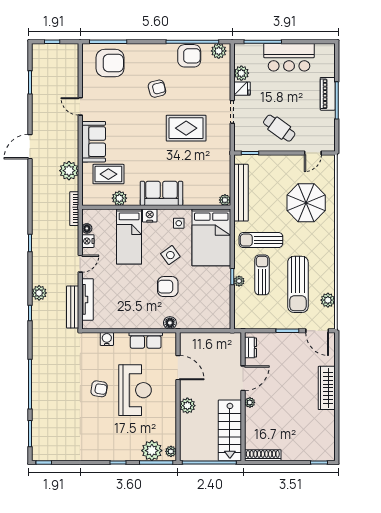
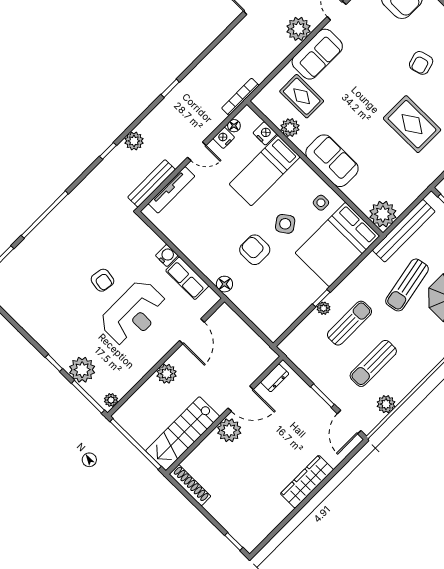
armchair: (157, 89) -> (421, 63), turned 88
plant: (69, 171) -> (298, 29), moved
plant: (225, 200) -> (383, 214), width x1.87, depth x1.87
nightstand: (150, 216) -> (265, 133), moved
sun lounger: (261, 240) -> (407, 285), moved, turned -101
sun lounger: (298, 284) -> (373, 363), width x0.73, depth x0.75
water cooler: (107, 339) -> (167, 255), moved
plant: (250, 402) -> (229, 430), width x1.87, depth x1.87
plant: (152, 451) -> (82, 370), moved

